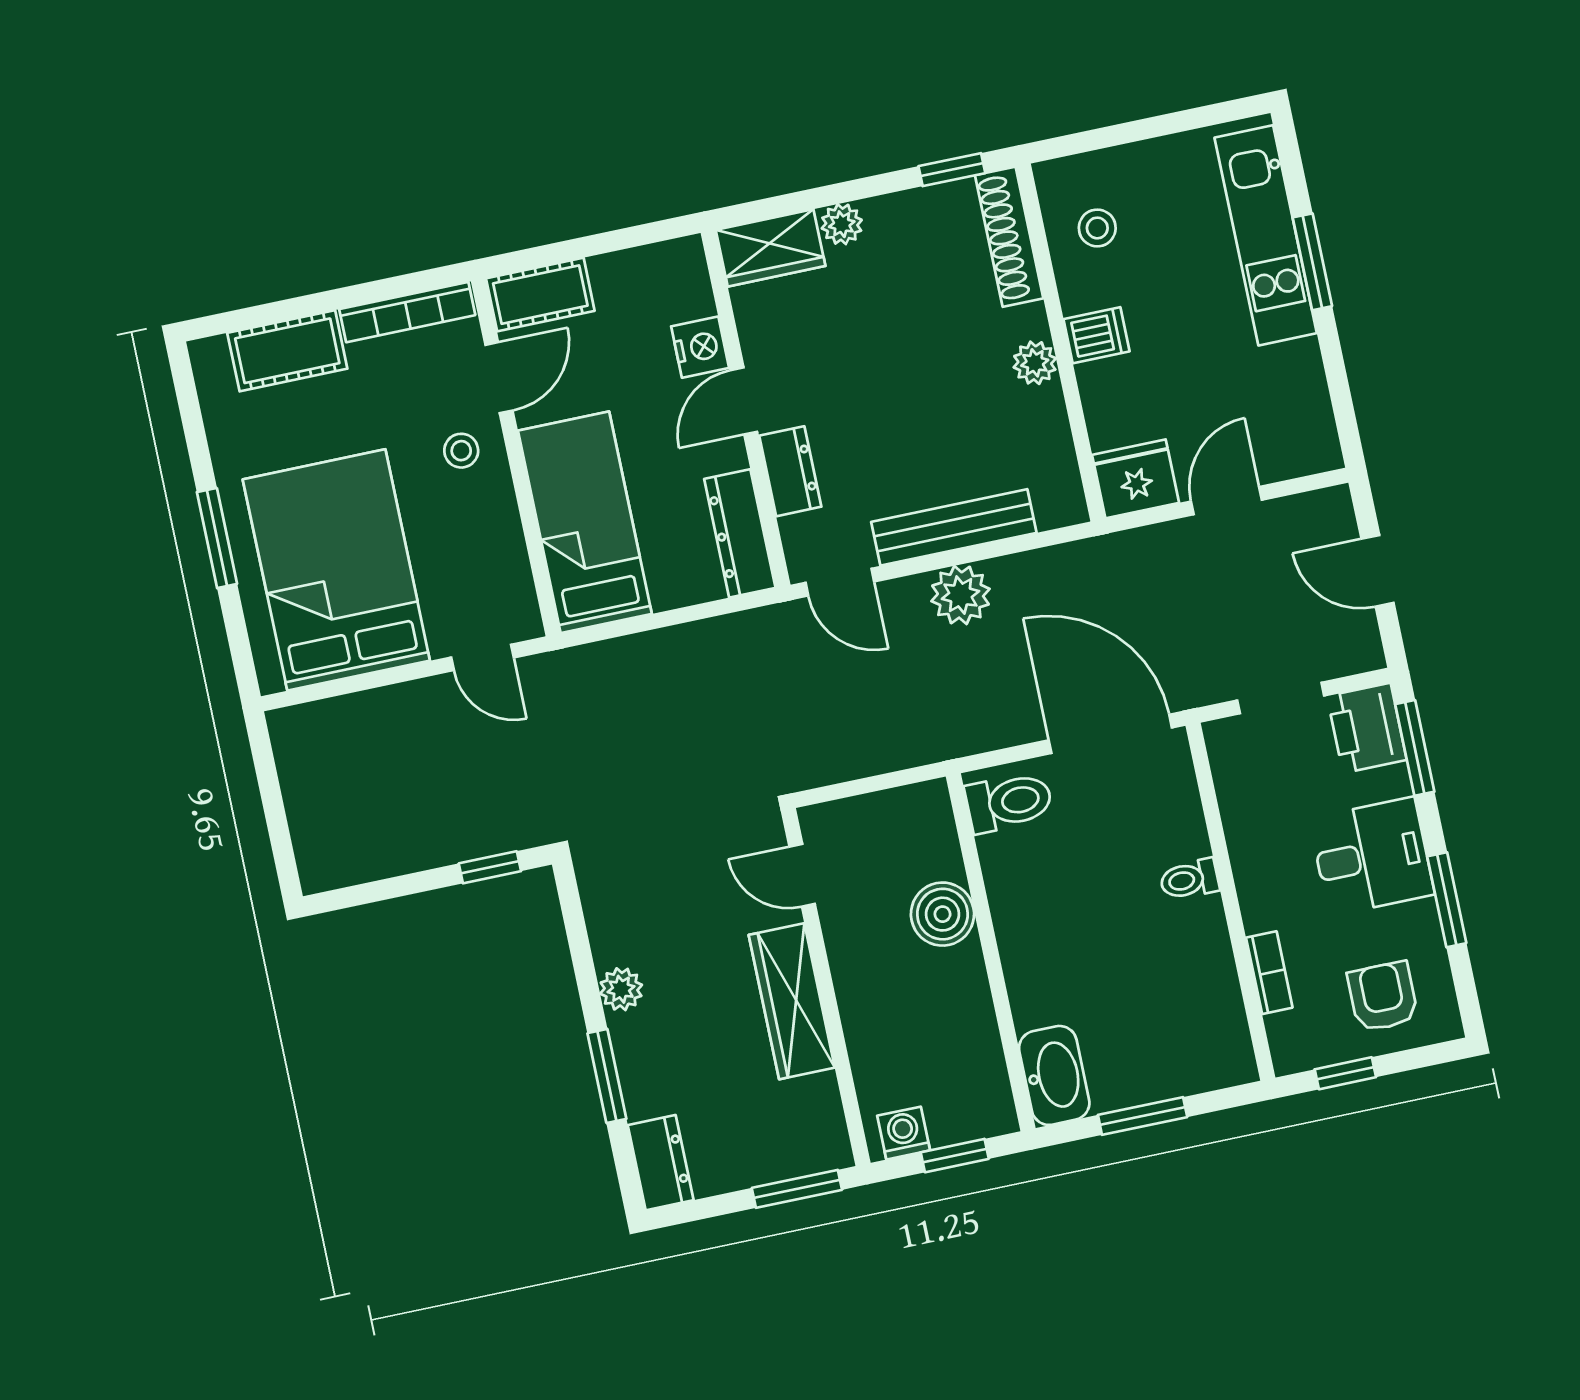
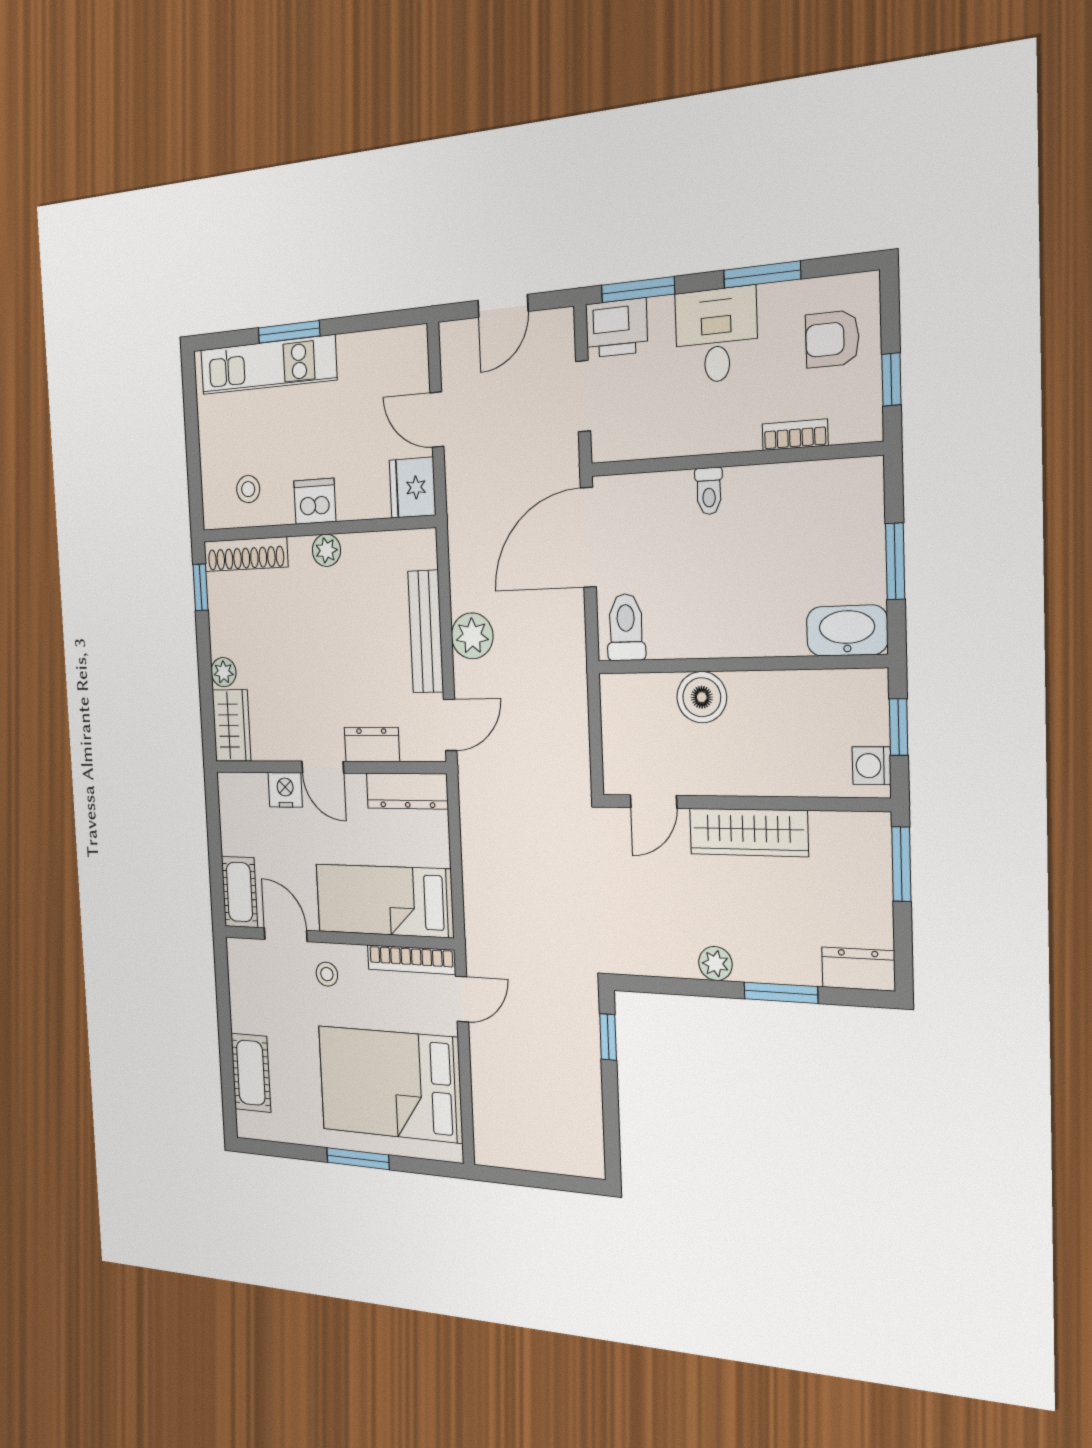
bookcase: (407, 312) -> (411, 960), moved, turned 90
dishwasher: (1097, 335) -> (315, 501), width x1.38

